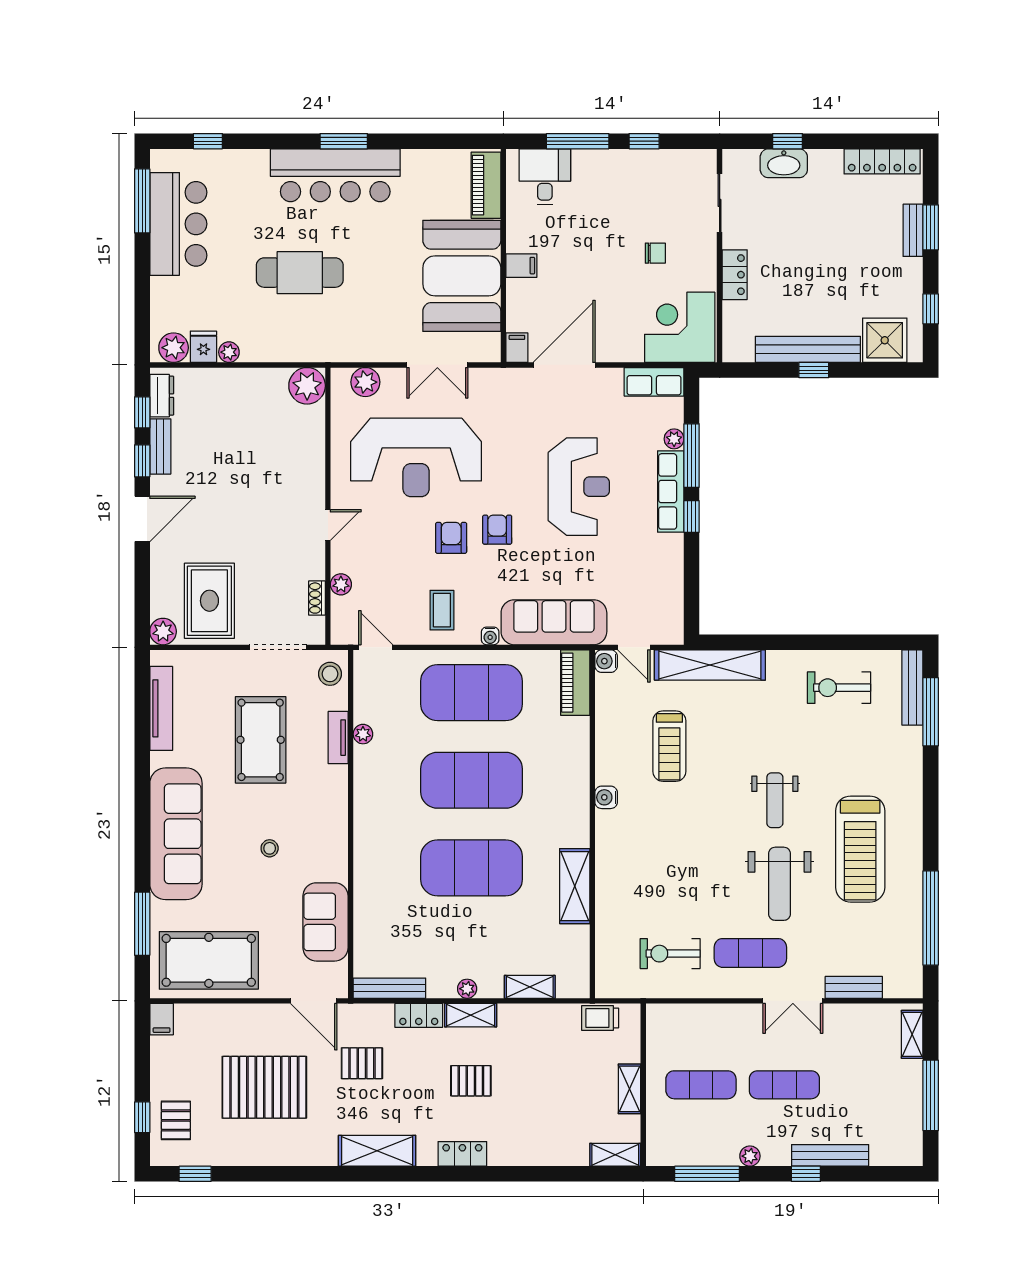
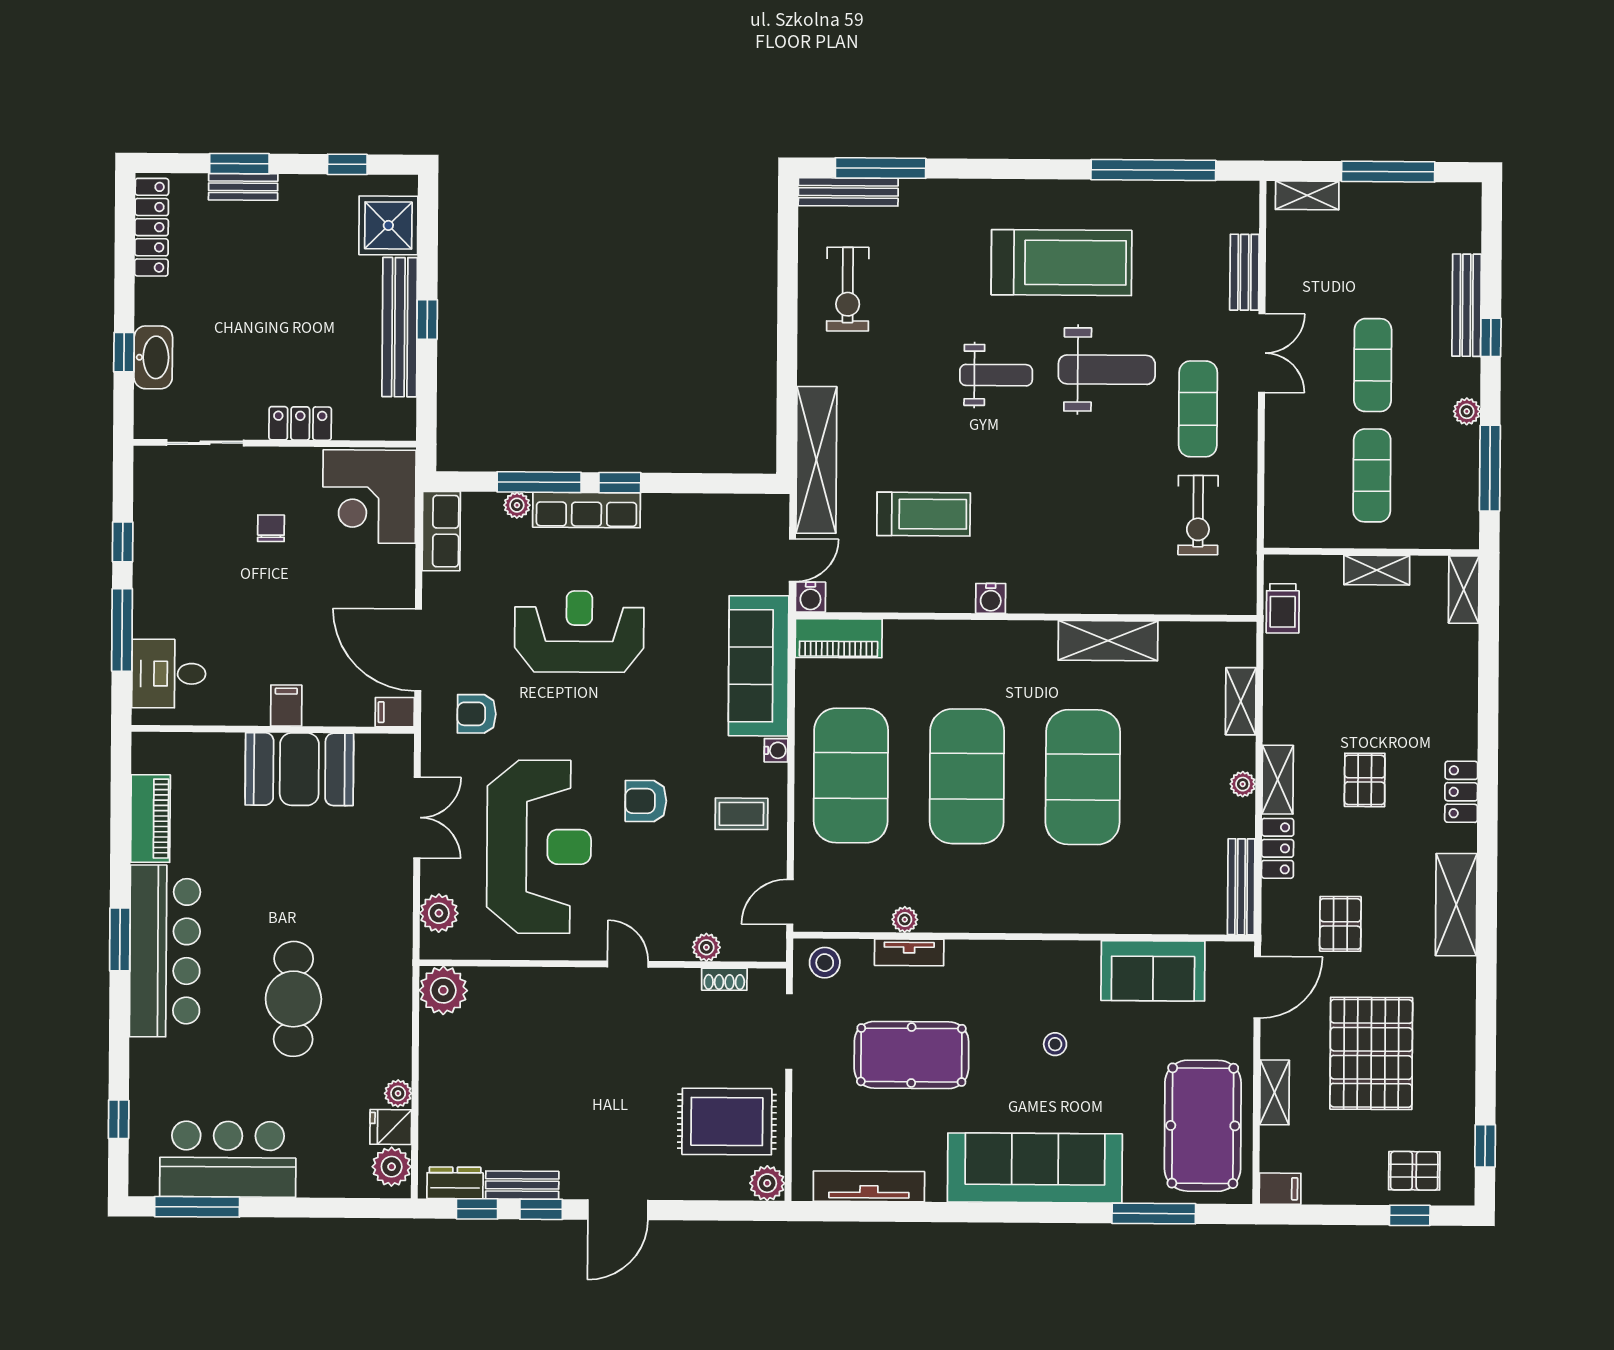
piano: (486, 185) -> (150, 819), moved, turned -90
booth: (462, 276) -> (299, 769), width x0.73, depth x0.70
door: (142, 519) -> (618, 1210), swing flipped
armchair: (497, 530) -> (477, 714), moved
shelving: (234, 1014) -> (1275, 1092), added

